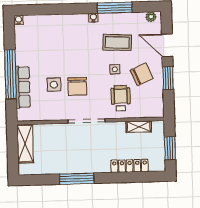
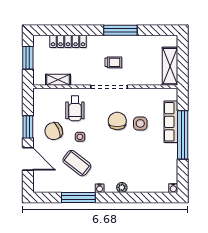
plant: (151, 17) -> (122, 187), moved
coffee table: (117, 42) -> (77, 163), turned 35
trolley: (83, 146) -> (113, 62), added

